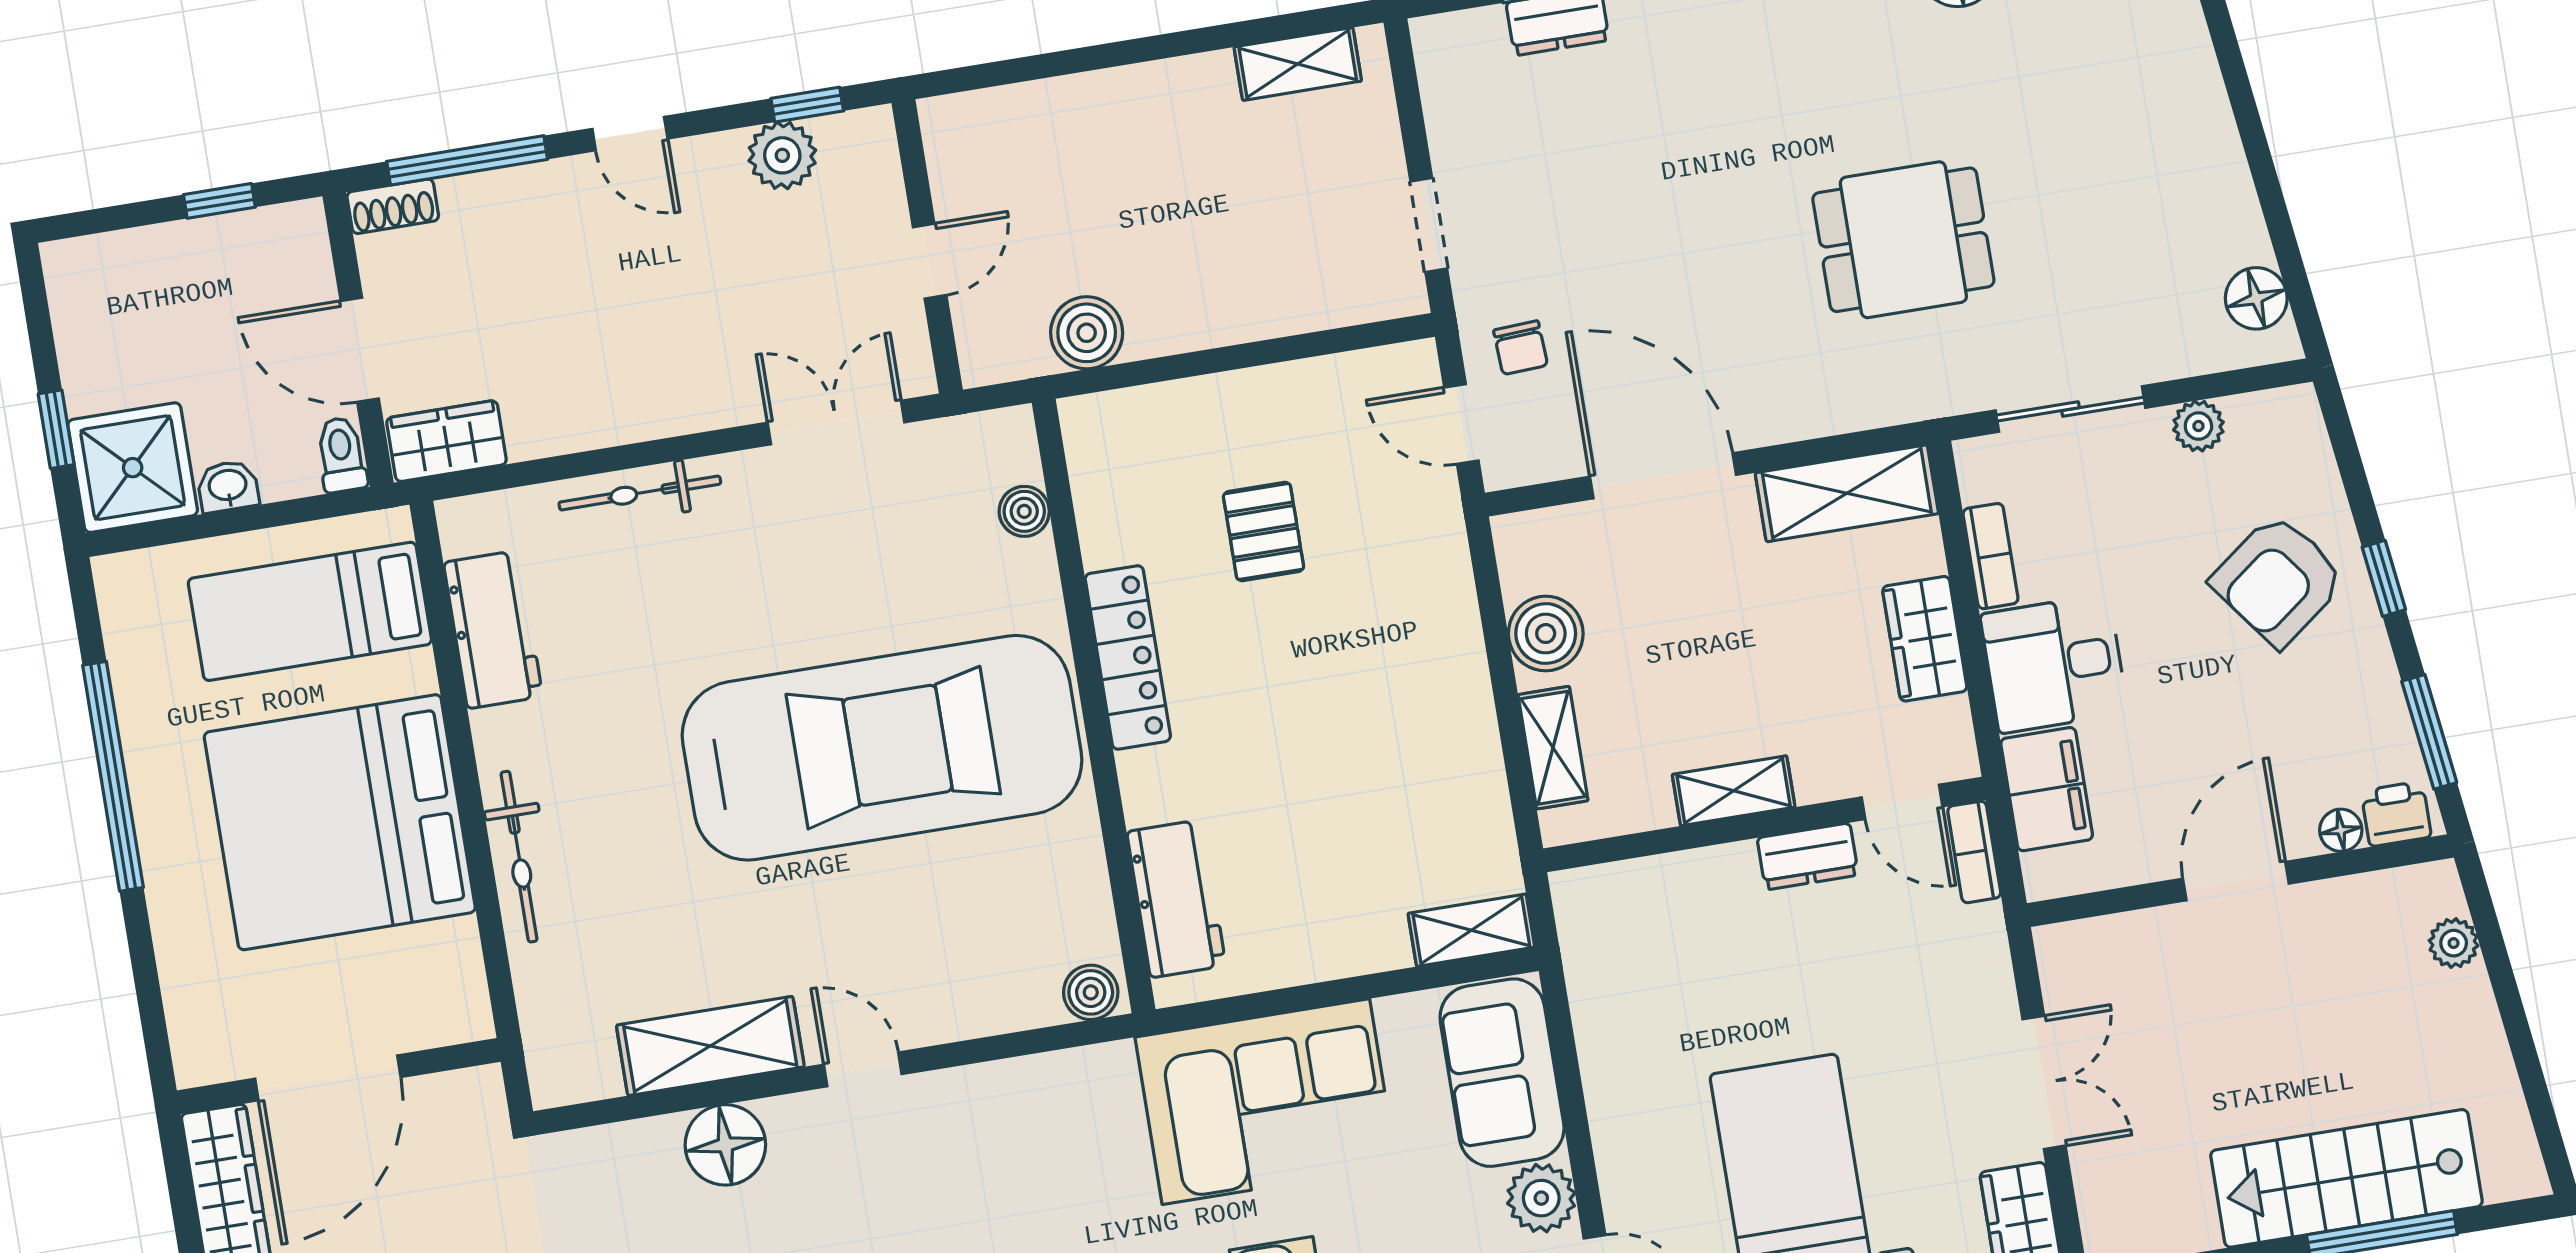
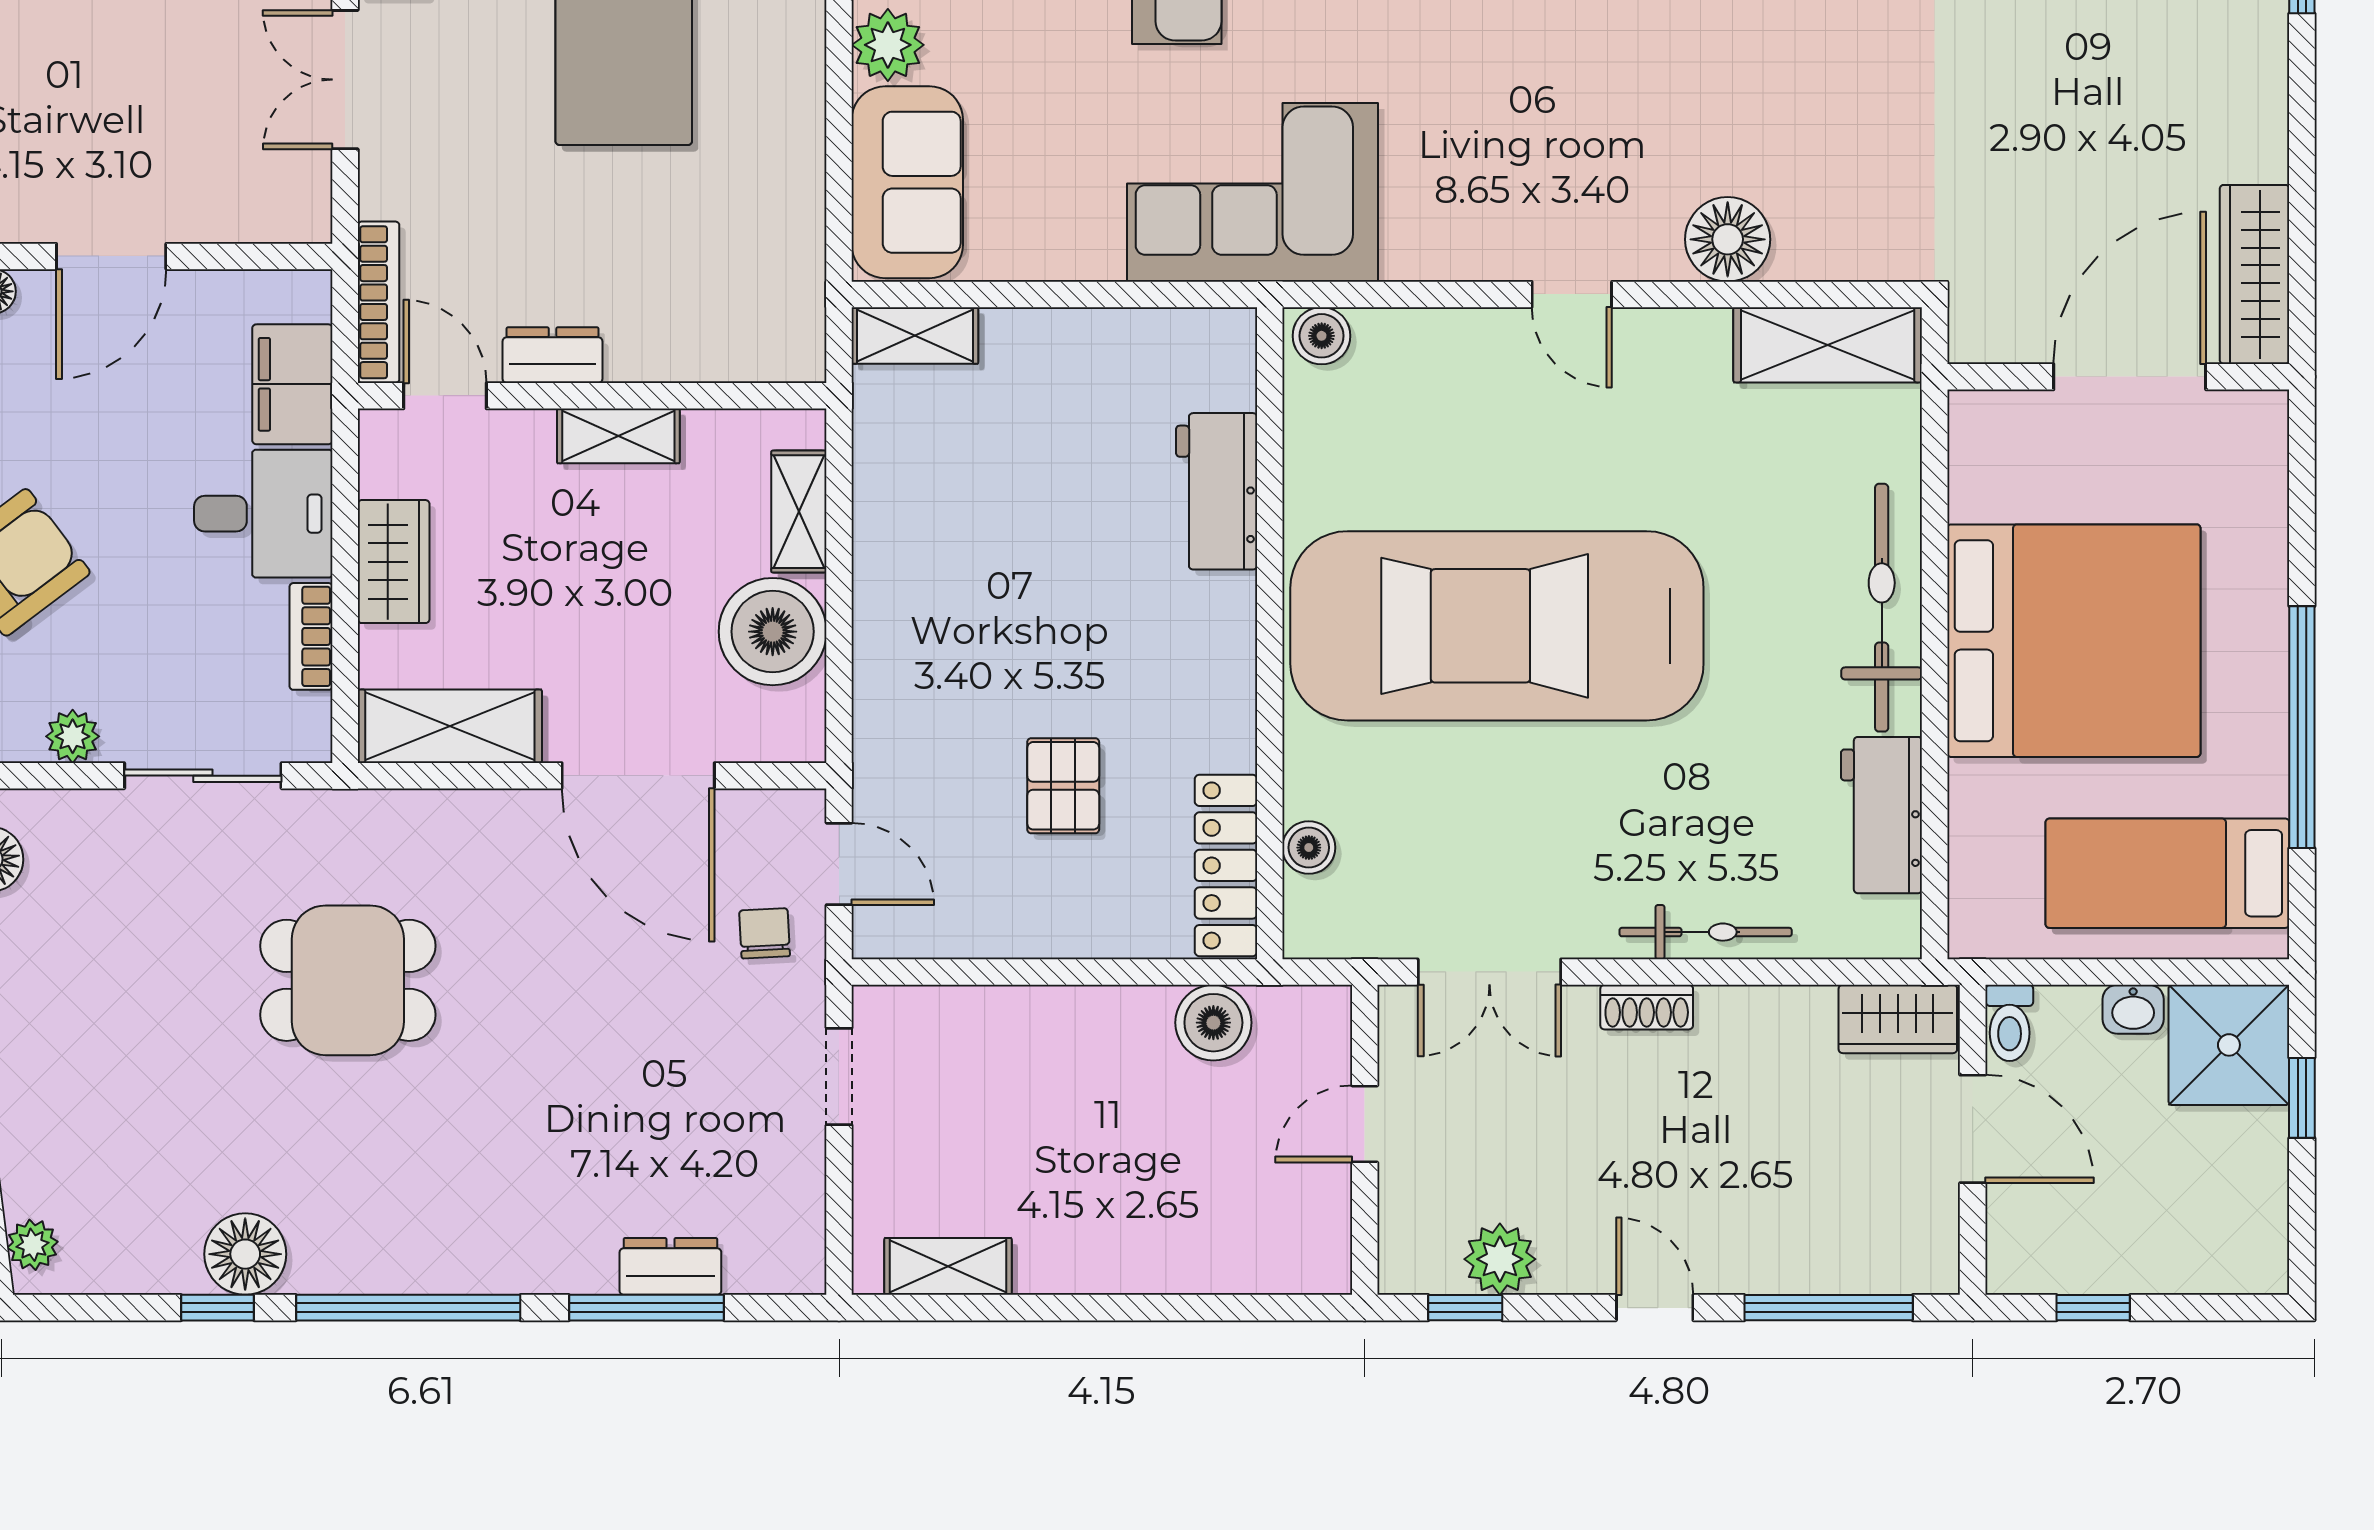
shoe rack: (393, 206) -> (1647, 1007), moved, turned 180
bed: (310, 611) -> (2167, 873), moved, turned 180
boiler: (1546, 634) -> (773, 632), width x1.37, depth x1.37
locker: (1128, 657) -> (1226, 865), moved
bookcase: (1974, 852) -> (379, 302), width x1.56
bicycle: (519, 857) -> (1882, 608), width x1.37, depth x1.40
workbench: (1176, 899) -> (1217, 491), moved
shelving: (710, 1046) -> (1828, 345), moved
corner sofa: (1266, 1102) -> (1253, 192), moved

